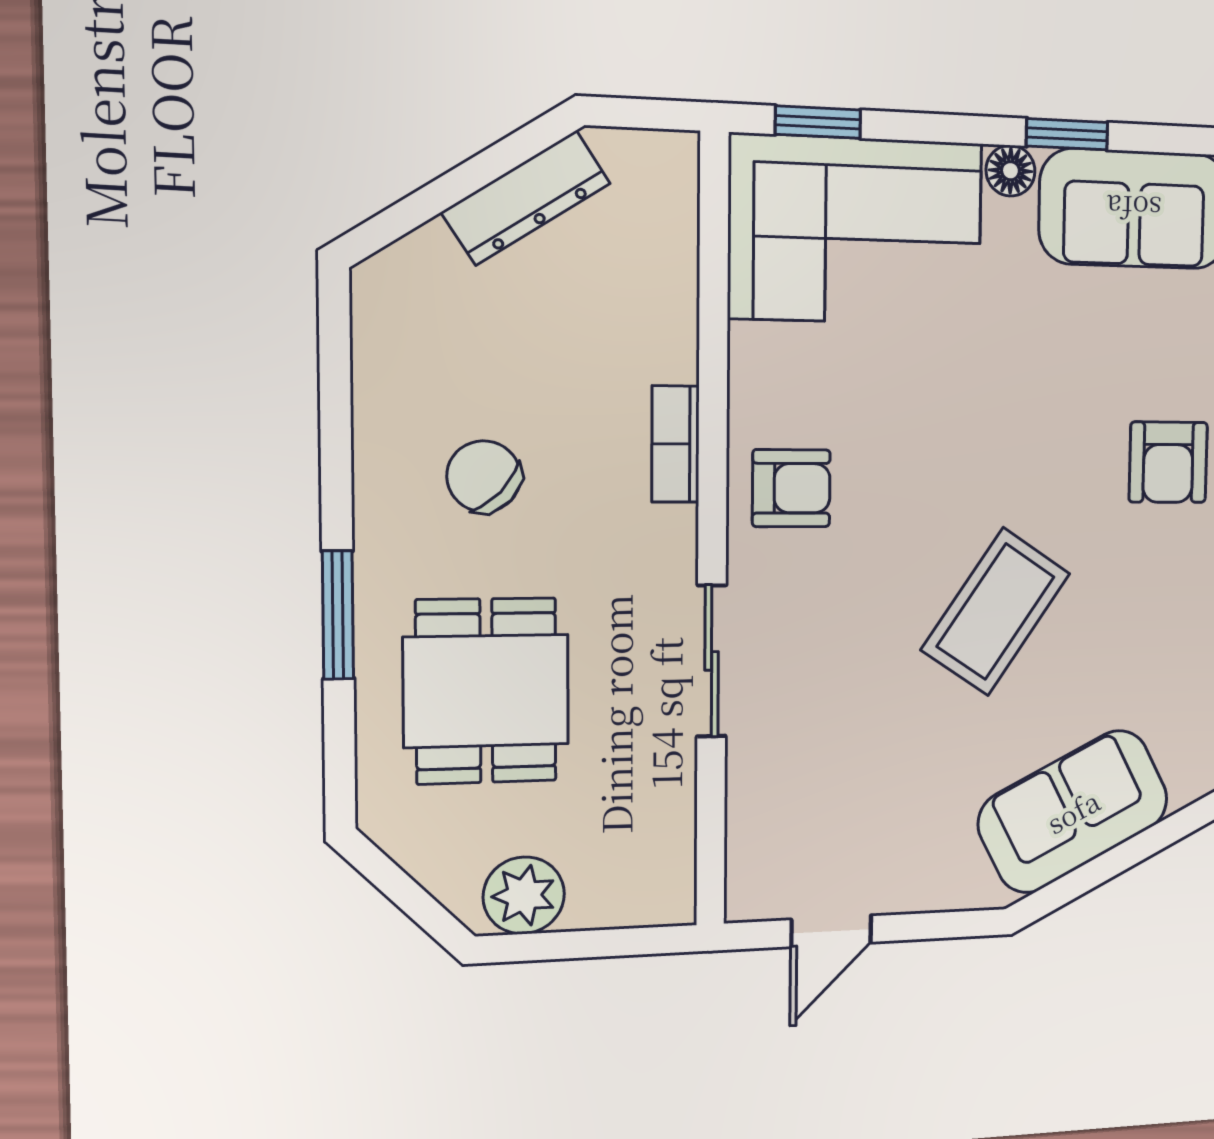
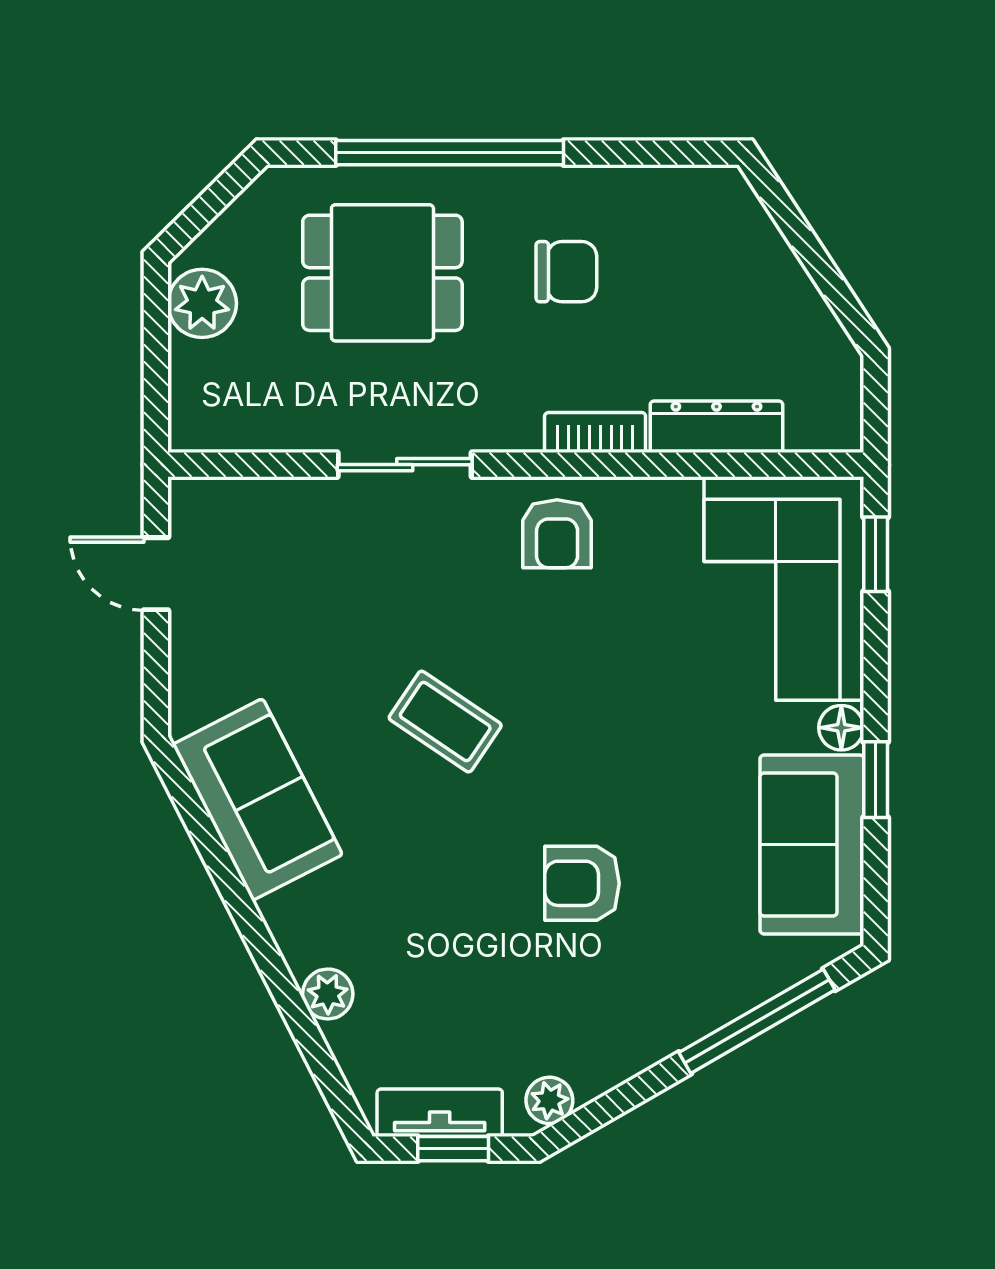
dresser: (526, 198) -> (716, 427), moved, turned 123
chair: (484, 476) -> (566, 272), turned 47
coffee table: (996, 612) -> (445, 722), width x0.73, depth x0.77
window: (338, 615) -> (450, 153), width x2.11

